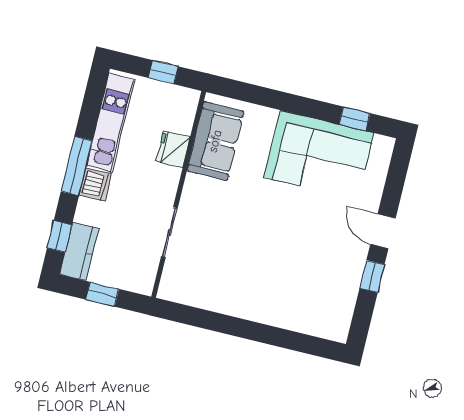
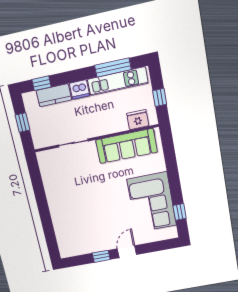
sofa: (215, 141) -> (127, 146), width x1.36
fridge: (173, 149) -> (138, 120), moved
window: (77, 166) -> (113, 67), moved
kitchen counter: (79, 251) -> (54, 95), moved

